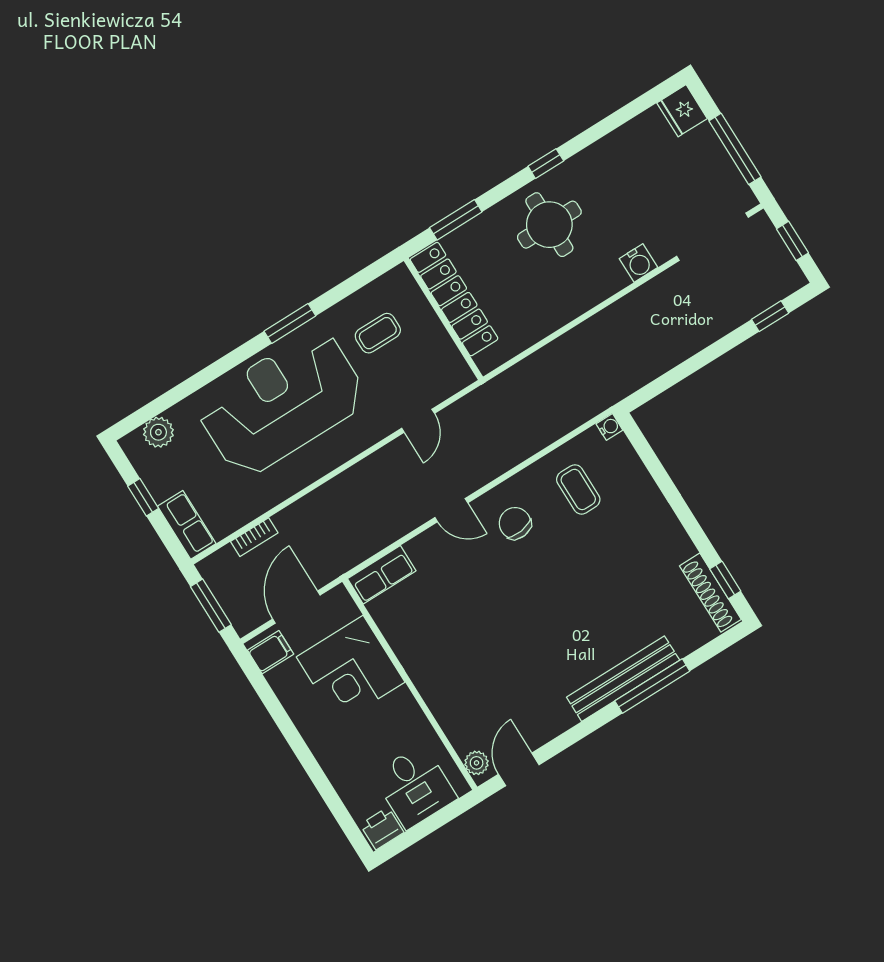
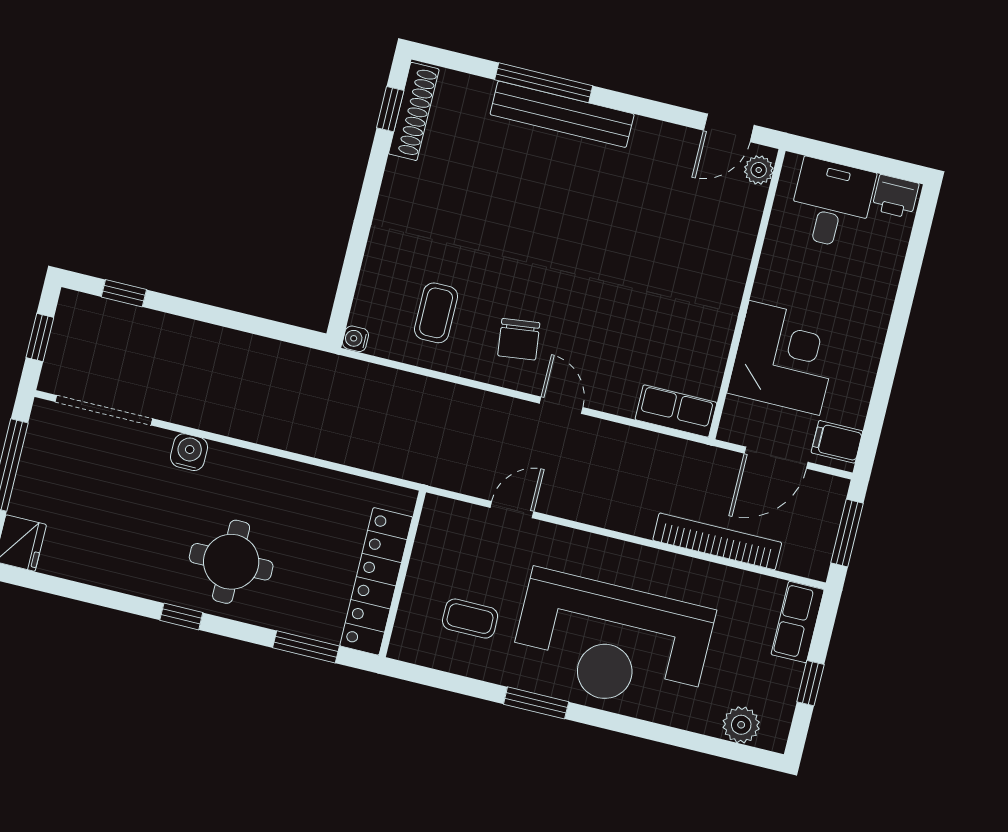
bookcase: (254, 537) -> (717, 541), width x2.31, depth x1.31

